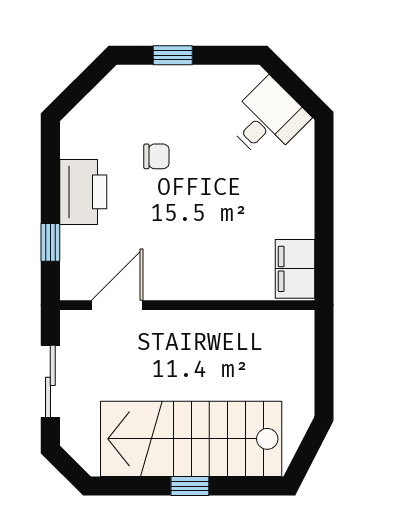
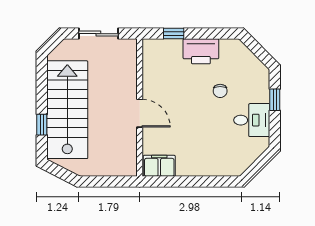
desk: (267, 119) -> (252, 120), moved, turned -45
door: (117, 305) -> (140, 113), moved
window: (190, 486) -> (42, 125), moved

